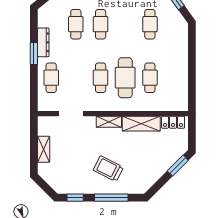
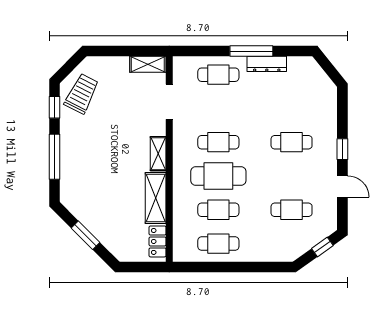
cafe table: (76, 24) -> (218, 244), moved
window: (34, 54) -> (251, 51), width x1.44
shelving: (44, 149) -> (148, 64), moved
window: (178, 166) -> (86, 235), moved
trolley: (108, 169) -> (82, 94), moved

